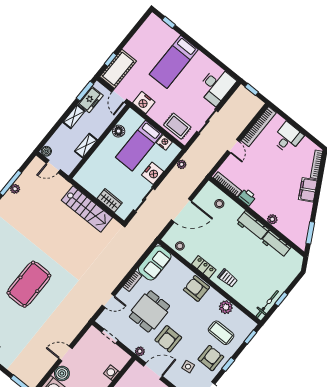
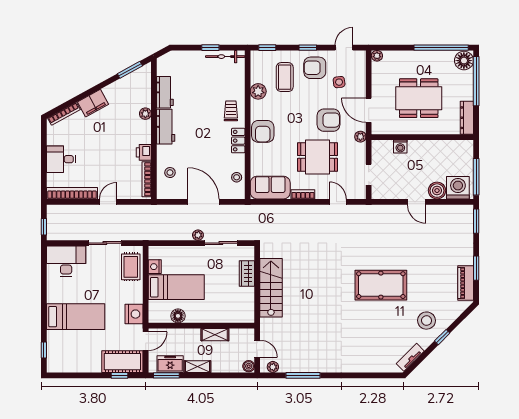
plant: (182, 164) -> (198, 235), moved
nightstand: (153, 173) -> (191, 255), removed
plant: (15, 189) -> (273, 367), moved

